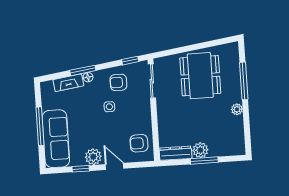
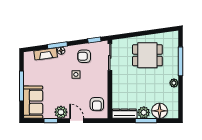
dining table: (200, 76) -> (147, 55), width x0.73
sofa: (56, 139) -> (33, 102), width x0.73
armchair: (139, 143) -> (97, 104), turned -90
floor lamp: (221, 147) -> (160, 111), added

